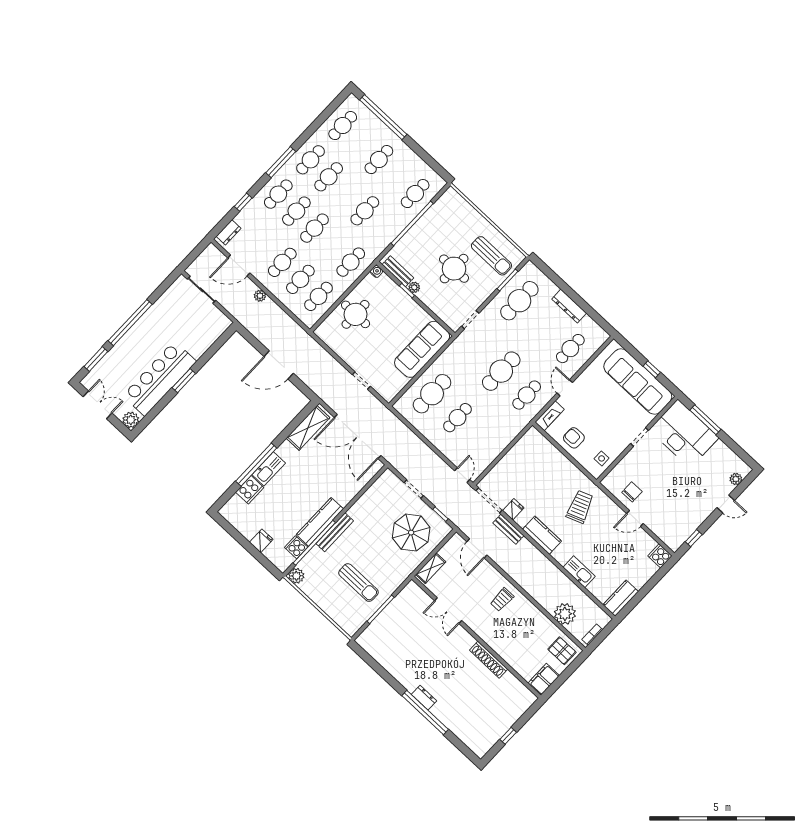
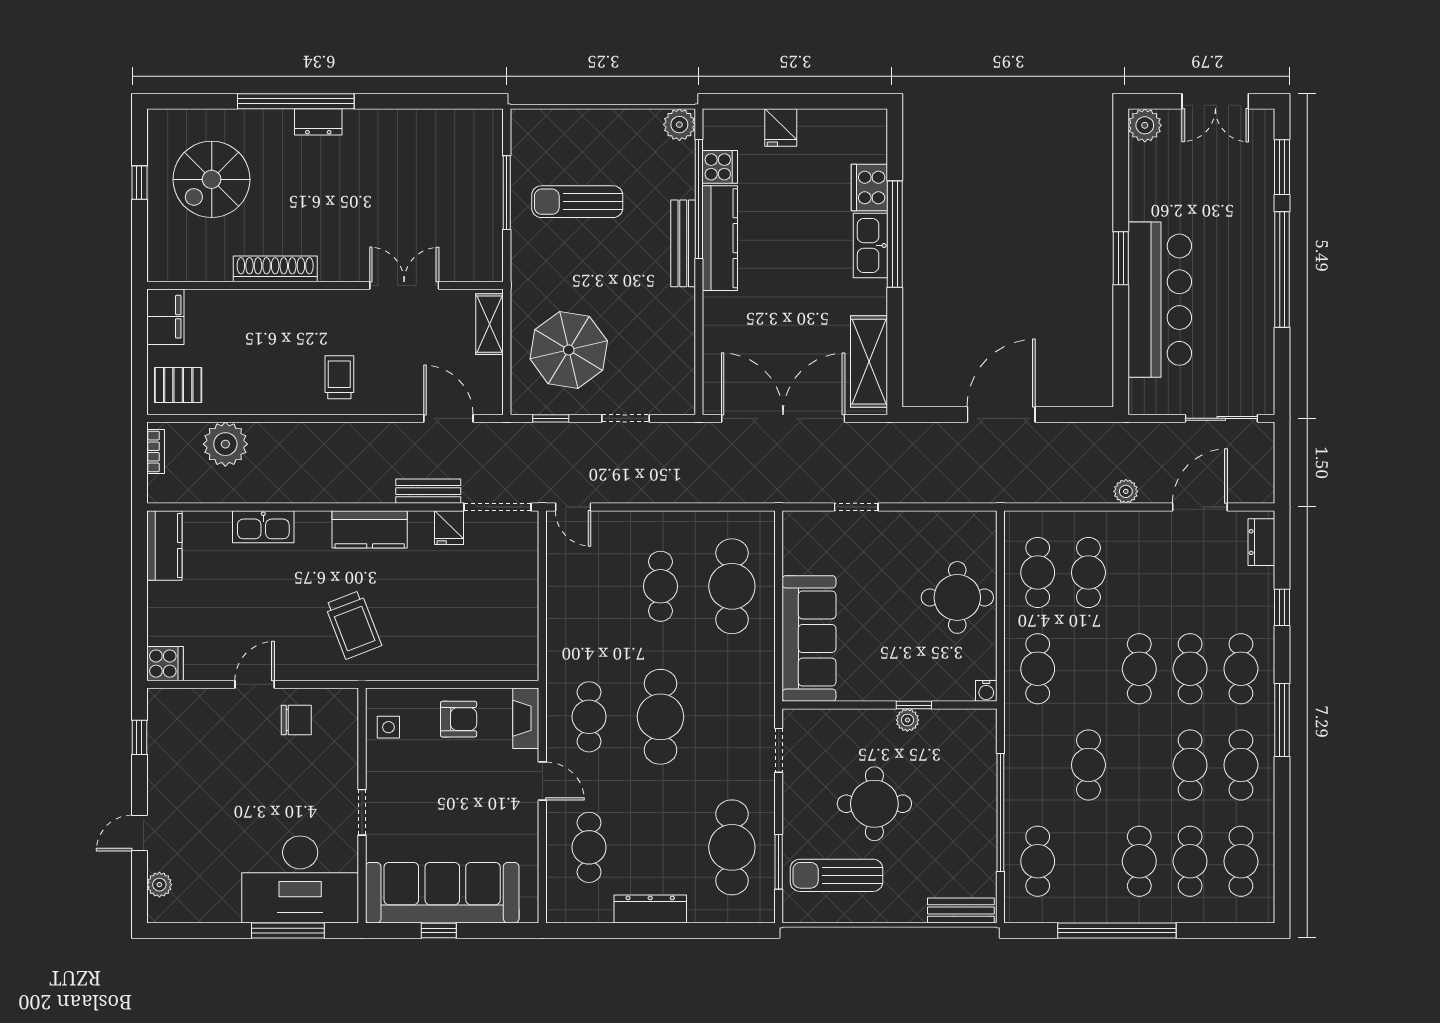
window: (383, 117) -> (1117, 931), moved
cafe table: (282, 262) -> (1190, 861), moved
bench: (398, 271) -> (961, 910), moved
bar counter: (160, 378) -> (1160, 300), moved
chair: (632, 492) -> (296, 720), turned -90
spiral stairs: (481, 713) -> (212, 179), added

